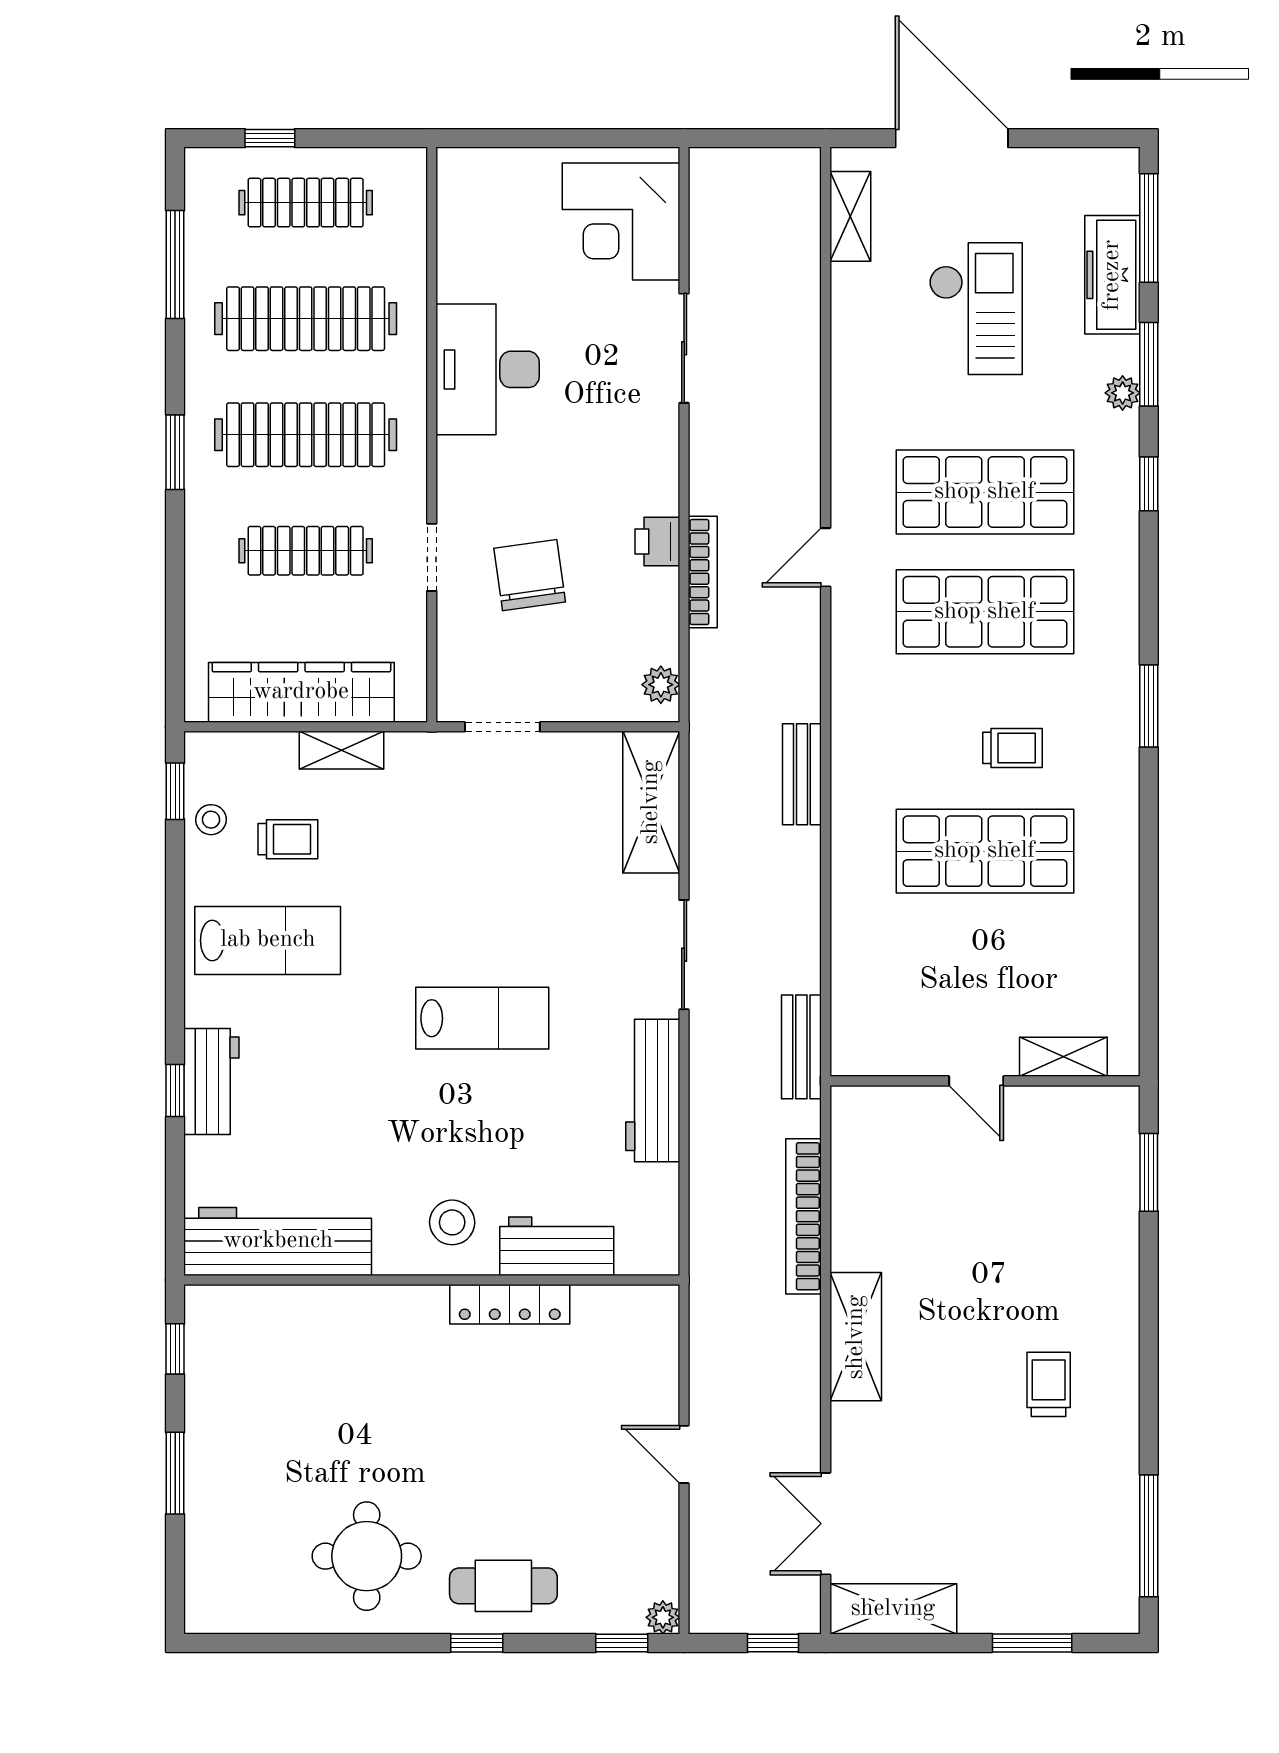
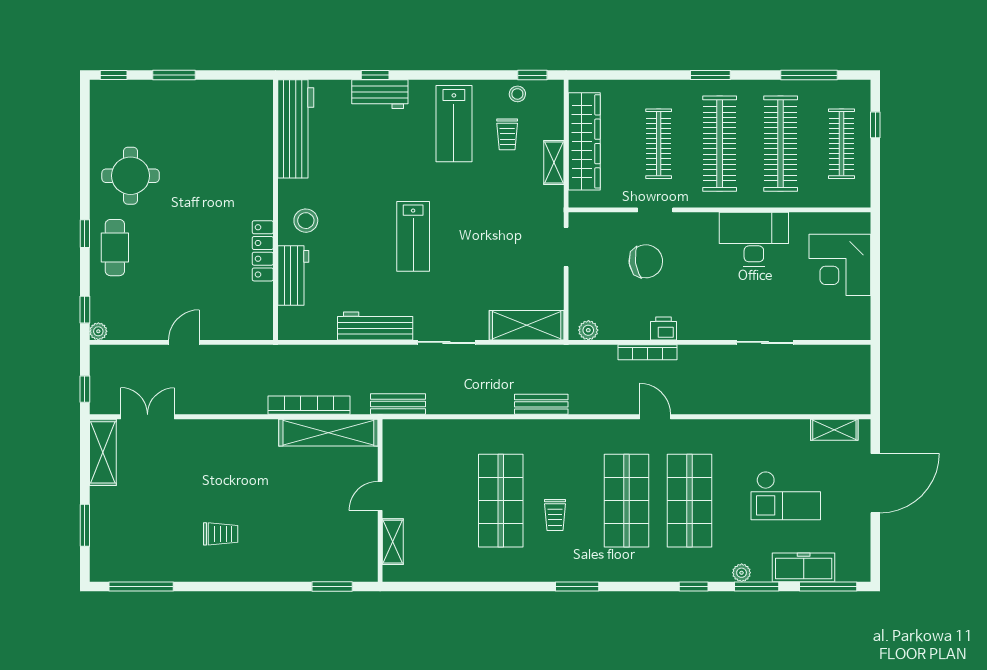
corner desk: (621, 221) -> (840, 265), moved, turned -90
shelving: (856, 1337) -> (328, 433), moved, width x1.47
window: (175, 1349) -> (114, 75), moved

